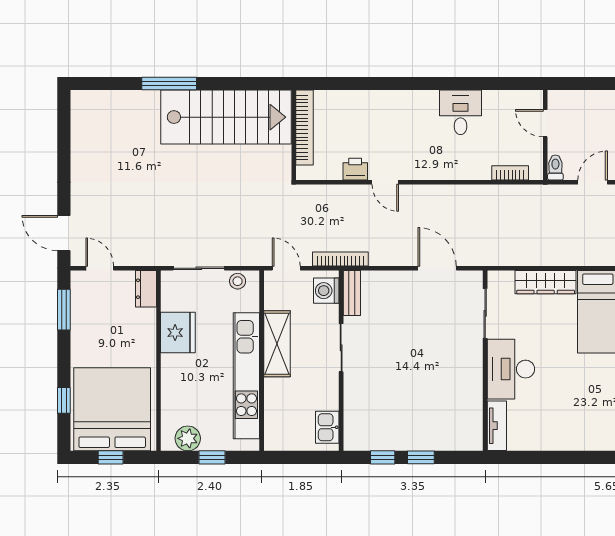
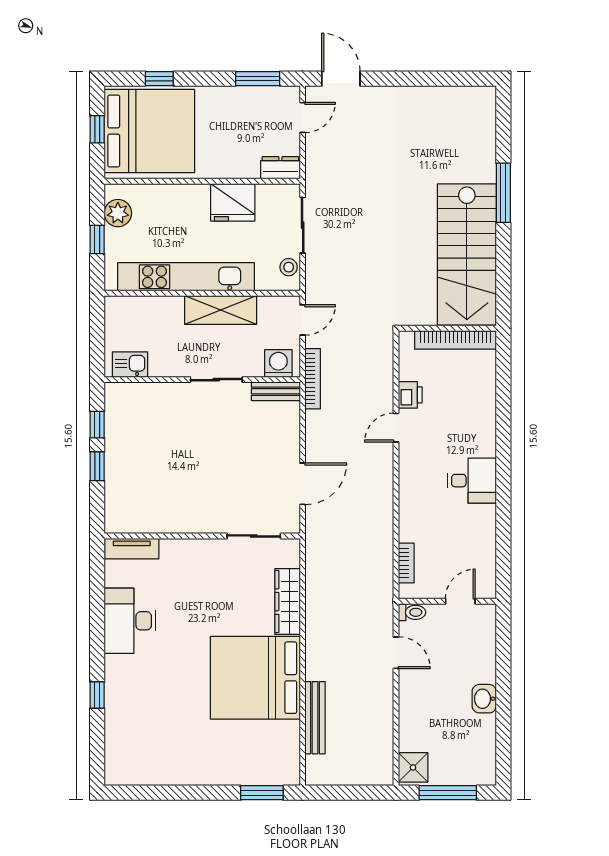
desk: (460, 112) -> (472, 481), moved
door: (64, 233) -> (341, 79), hinge flipped
desk: (511, 369) -> (130, 621), moved, turned -90

